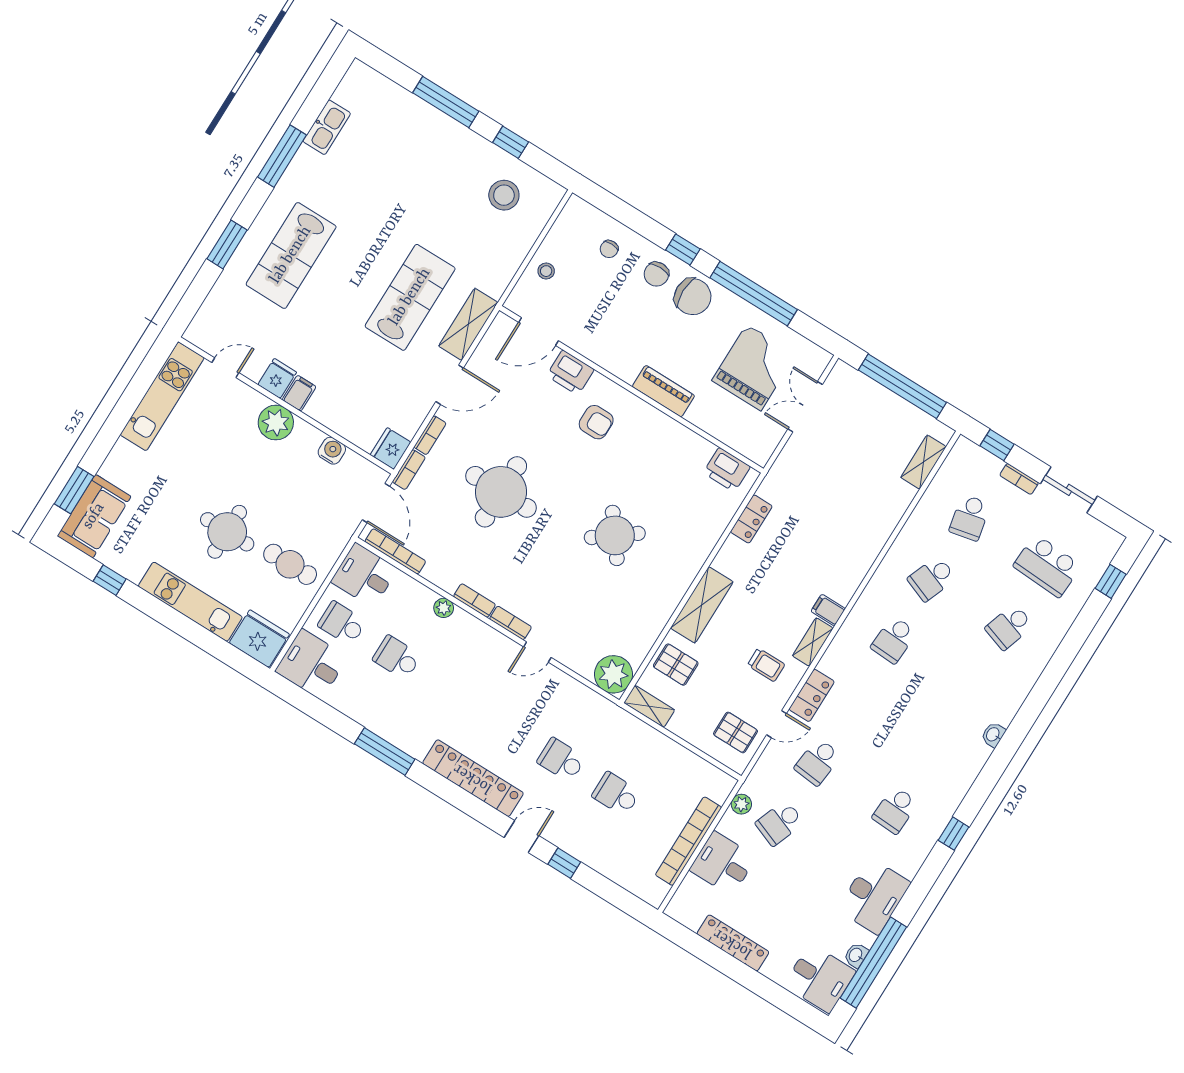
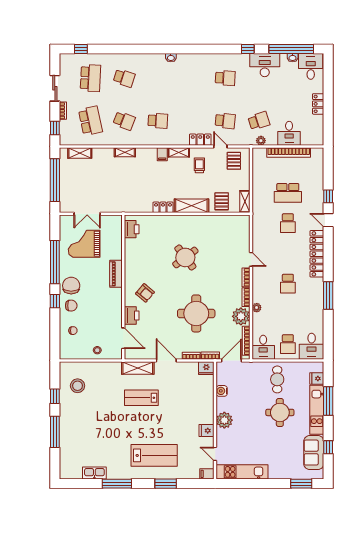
lab bench: (410, 297) -> (141, 398), width x0.73, depth x0.72
filing cabinet: (299, 393) -> (207, 474), moved
armchair: (596, 422) -> (145, 293), turned 130
sofa: (94, 516) -> (314, 453), moved, turned -90
school desk: (970, 518) -> (90, 121), width x1.85
locker: (751, 519) -> (163, 207), moved
shelving: (874, 544) -> (125, 152), added
window: (193, 632) -> (328, 401), added
fridge: (259, 639) -> (317, 378), width x0.53, depth x0.75
school desk: (397, 658) -> (288, 284), moved
plant: (613, 674) -> (241, 316), moved
school desk: (616, 794) -> (288, 193), width x1.85
school desk: (780, 823) -> (259, 121), turned -39
window: (954, 834) -> (248, 49), moved
locker: (733, 943) -> (318, 104), width x0.66

